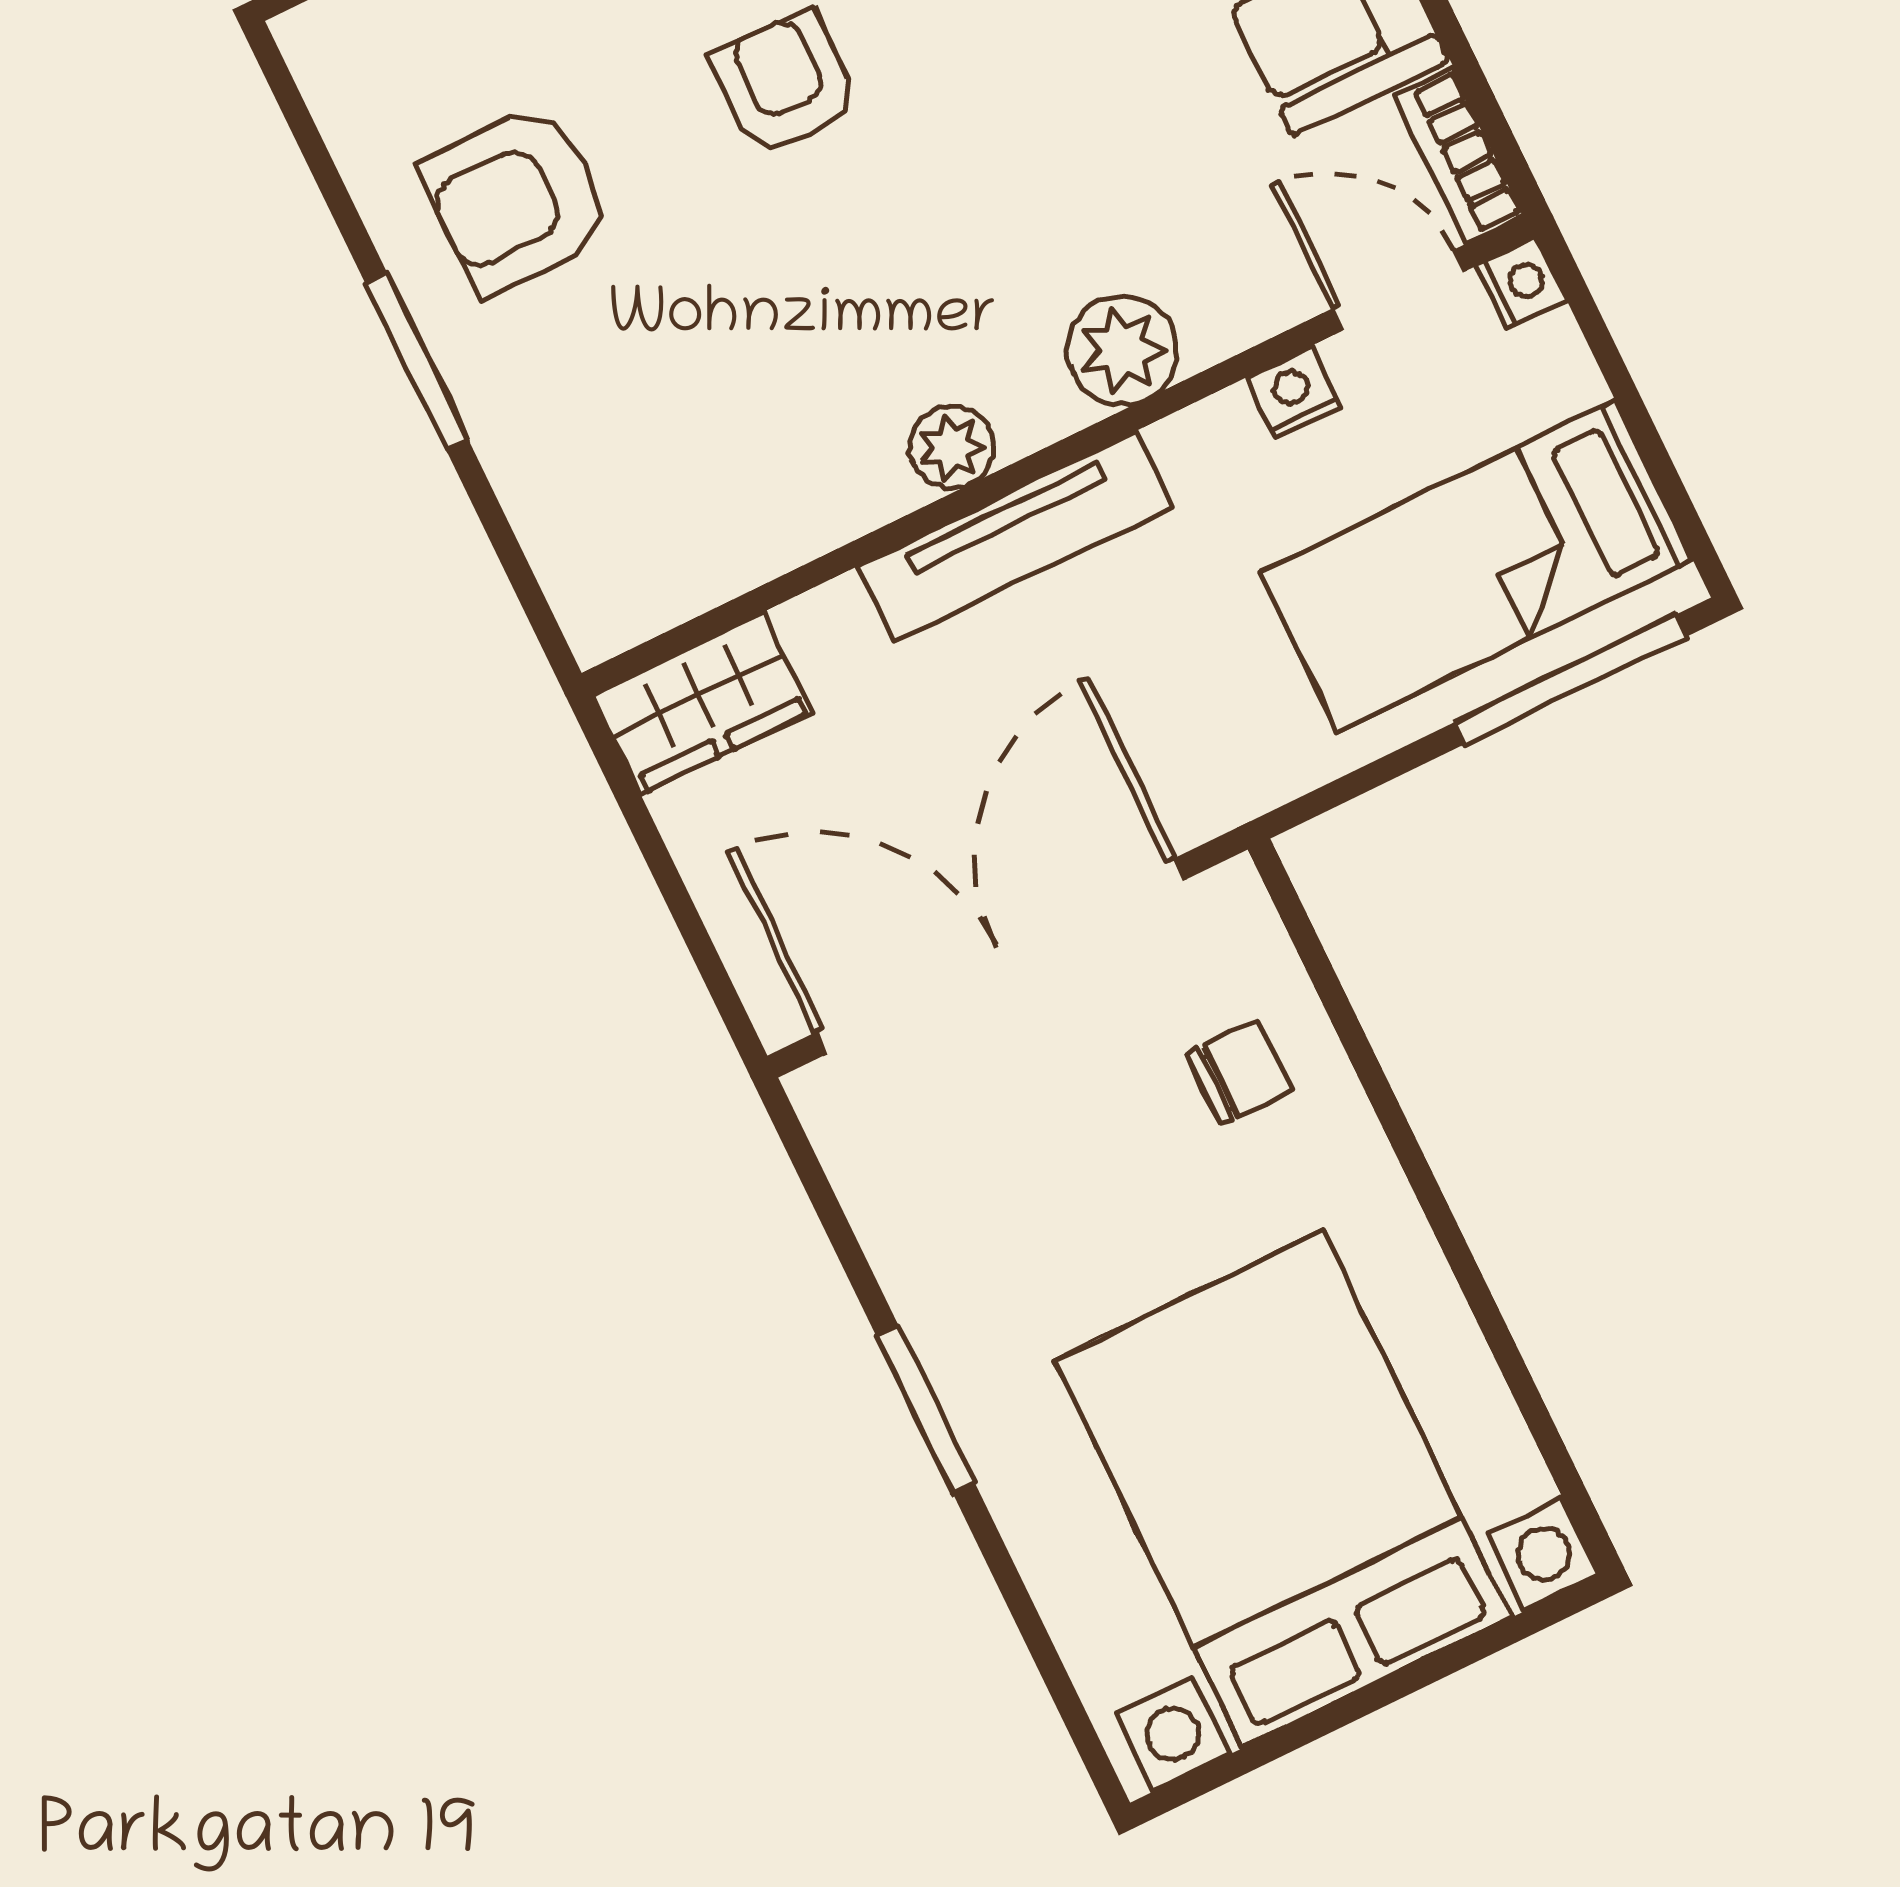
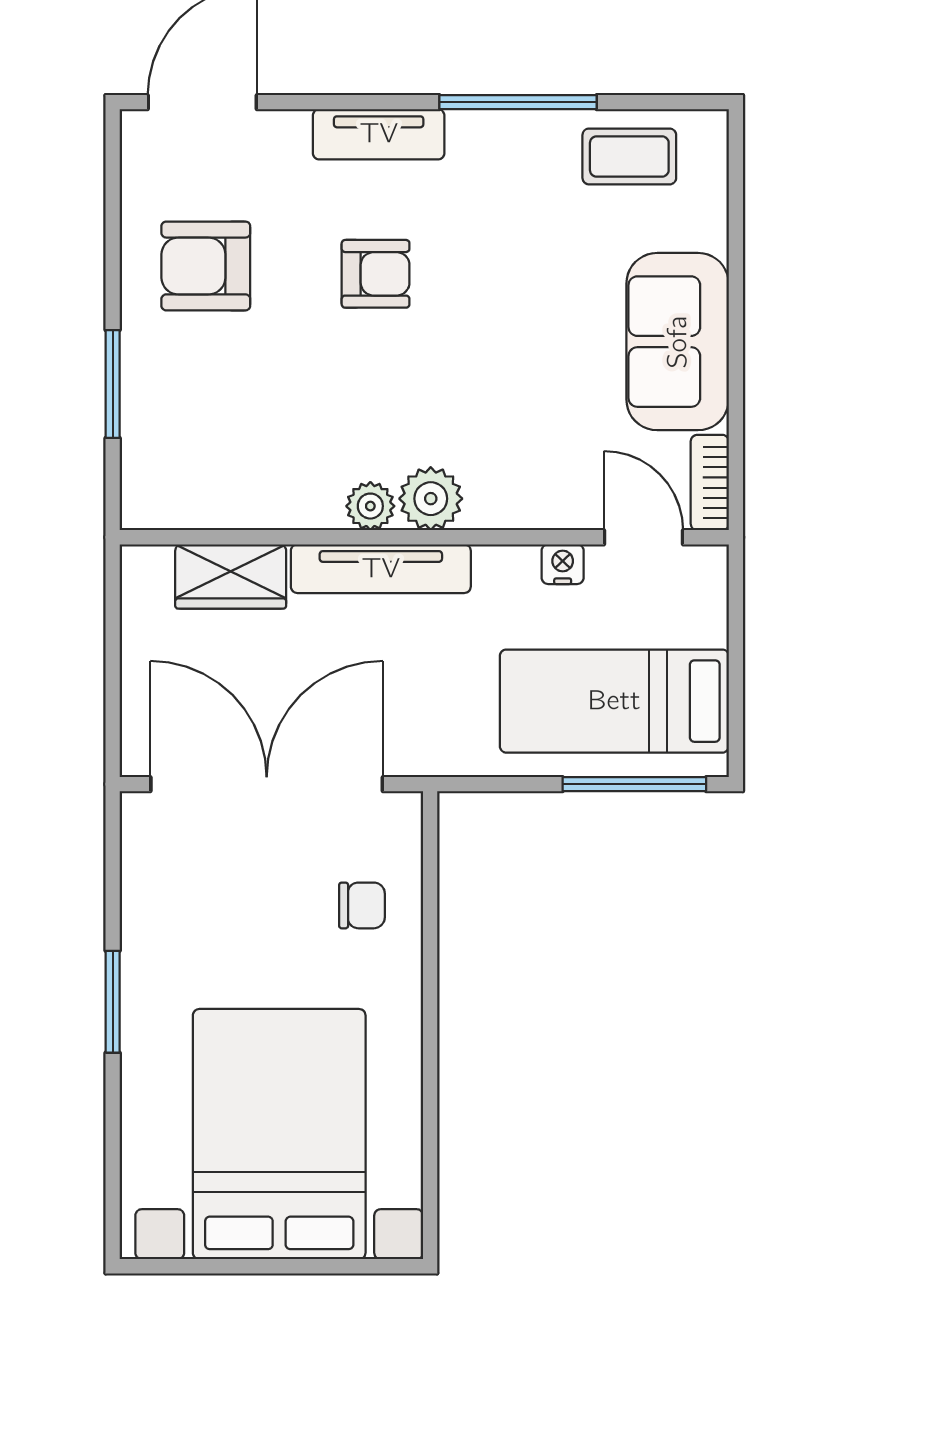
armchair: (785, 83) -> (376, 274), turned 90
nightstand: (1521, 283) -> (710, 565), removed
plant: (1122, 350) -> (431, 499), moved
window: (417, 362) -> (113, 384), moved
wardrobe: (702, 703) -> (231, 576), moved

